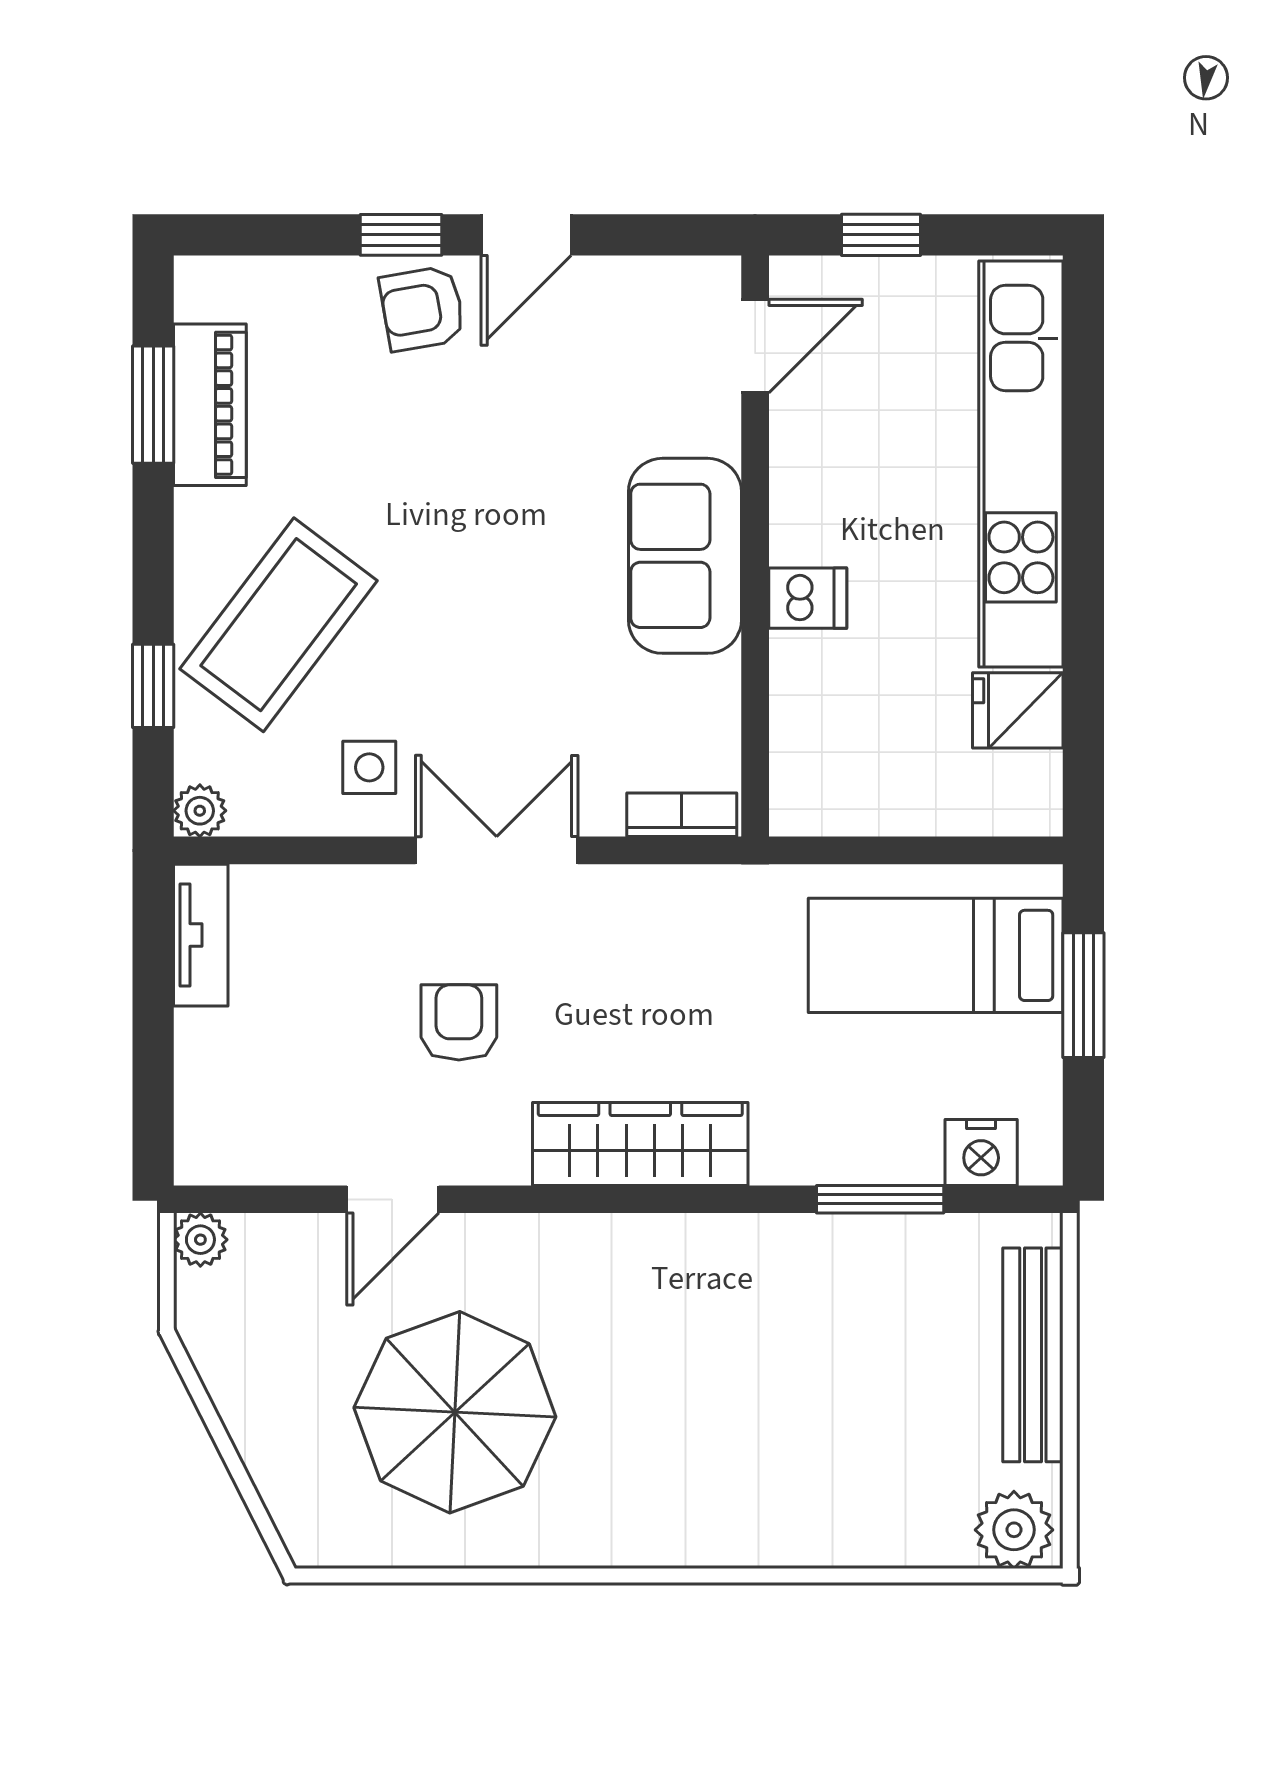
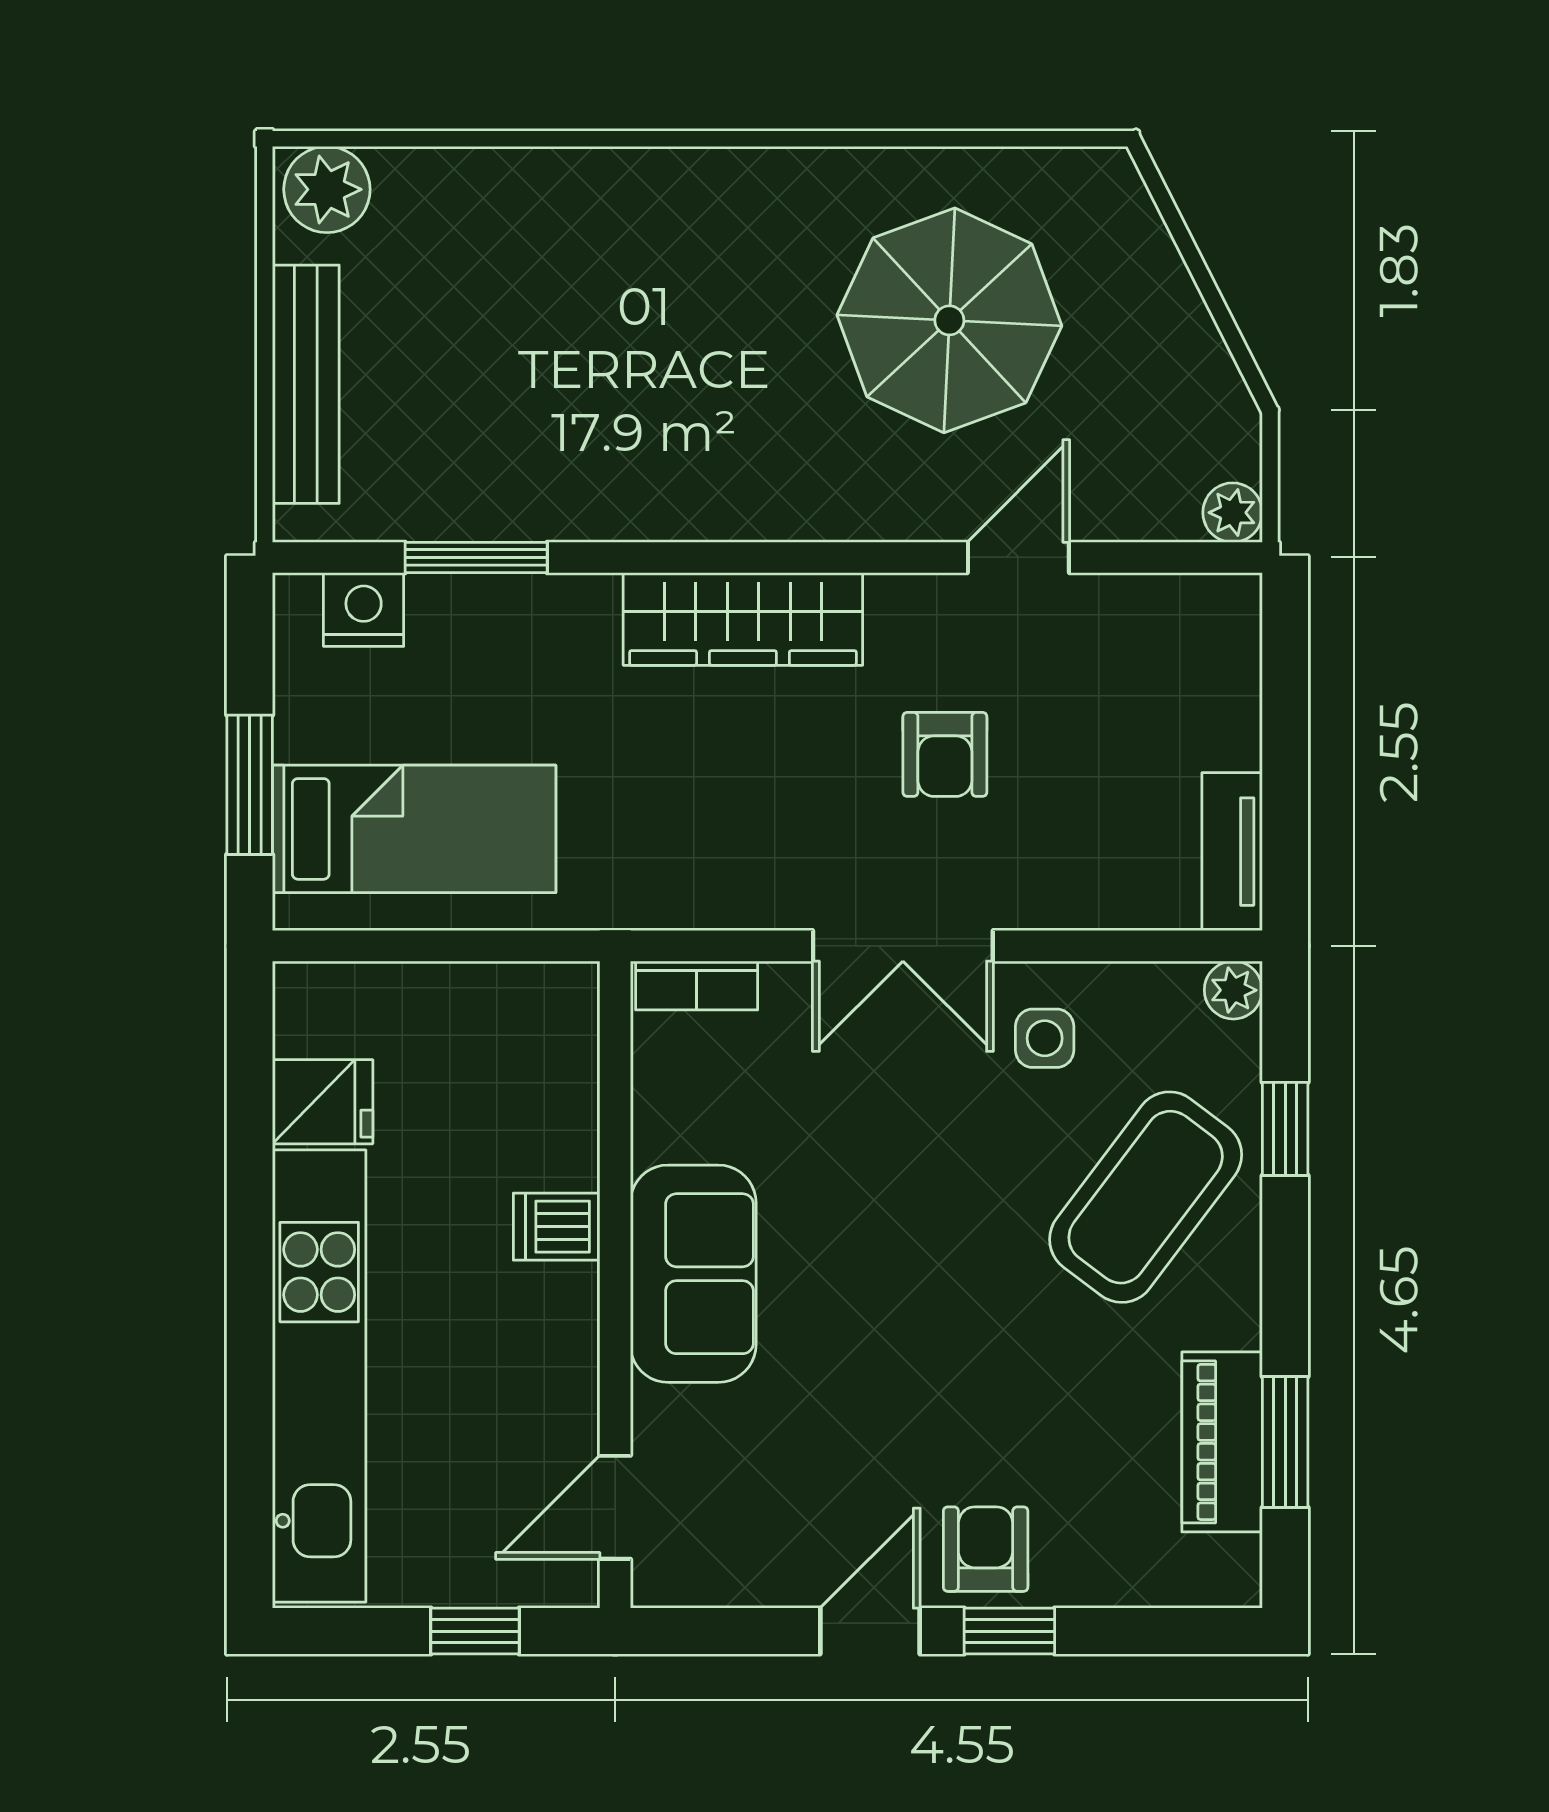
armchair: (422, 308) -> (986, 1549), turned -80

